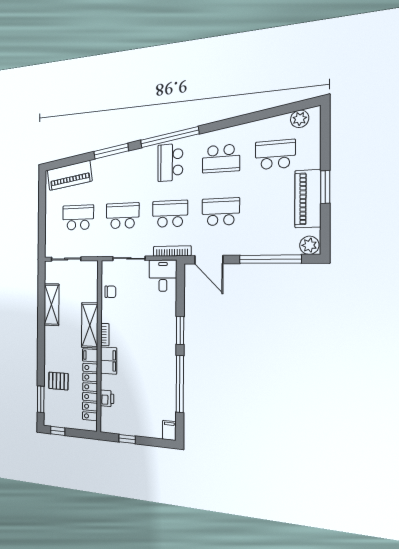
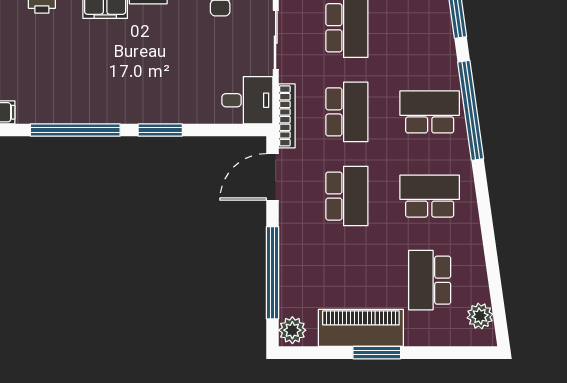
school desk: (275, 155) -> (430, 280), turned 180
school desk: (221, 159) -> (430, 196), turned 90

